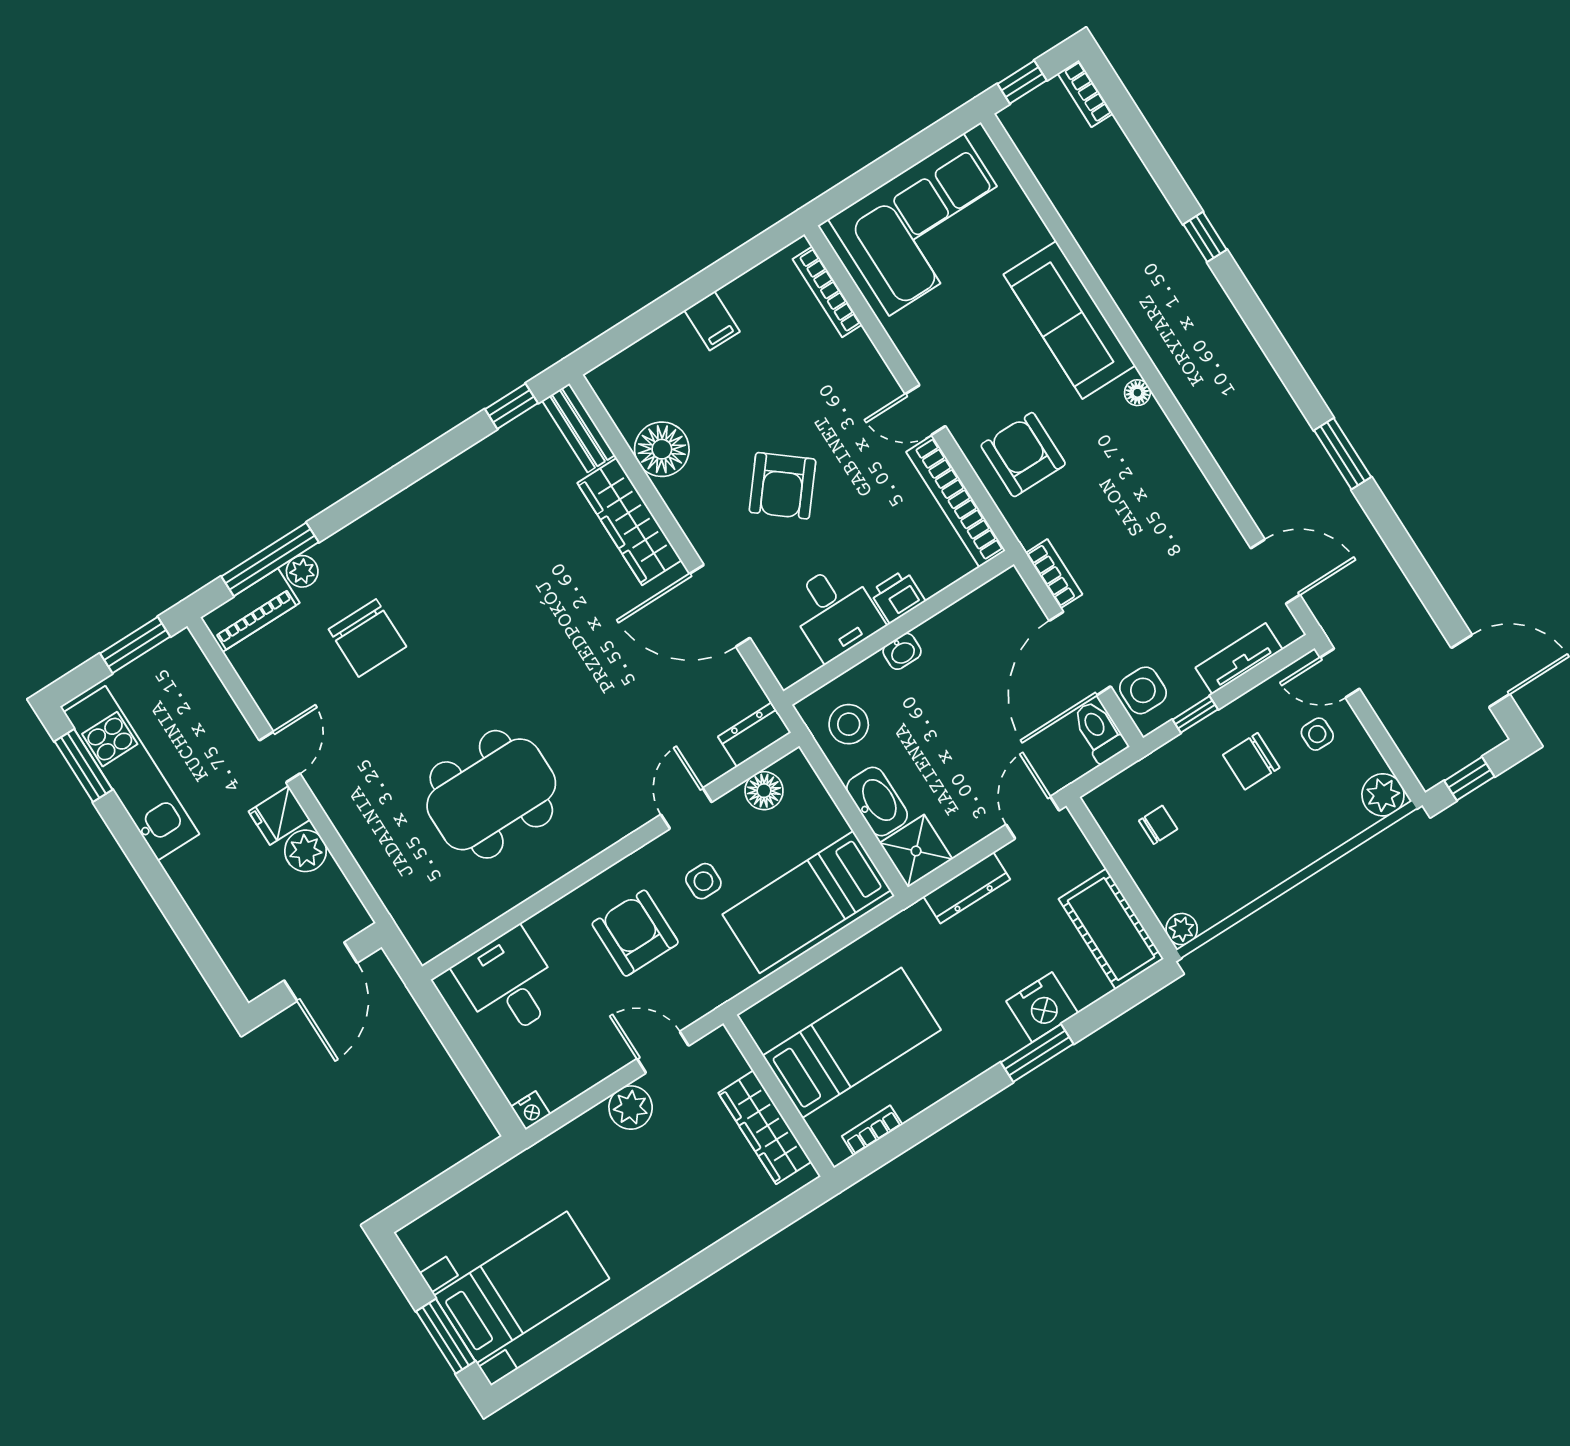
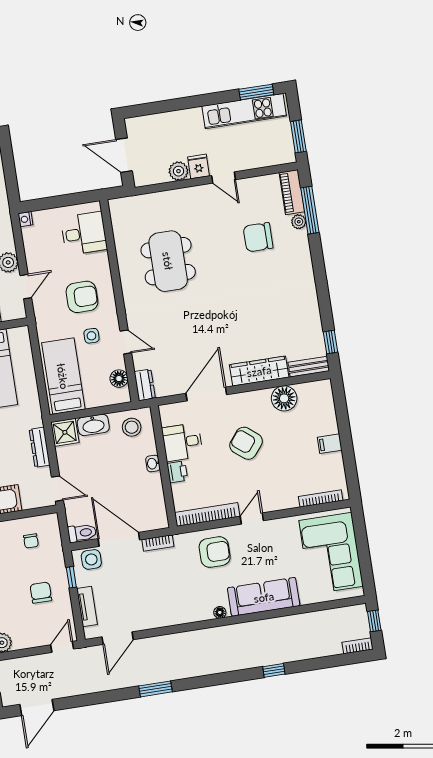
side table: (1317, 734) -> (40, 626), removed

